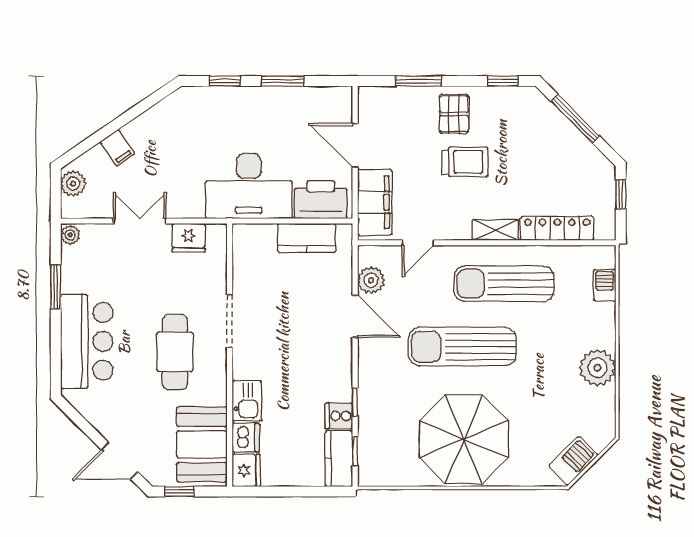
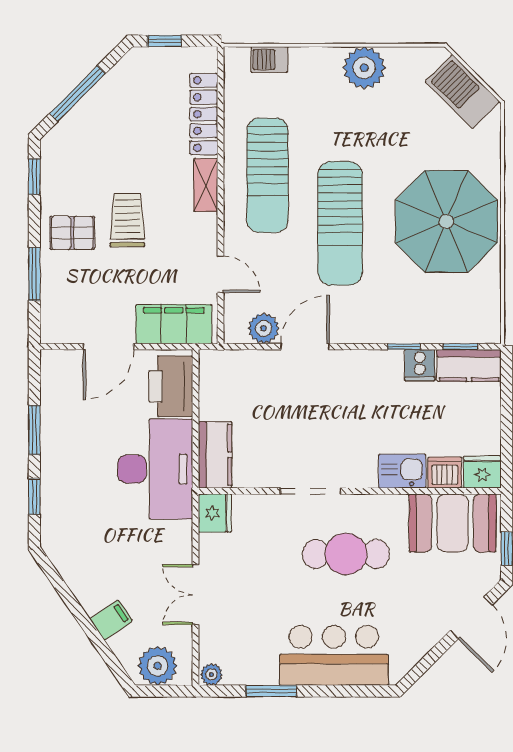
plant: (73, 184) -> (158, 666), width x1.36, depth x1.36
fridge: (189, 238) -> (215, 513), moved
kitchen counter: (307, 238) -> (215, 455), moved
barbecue: (573, 461) -> (462, 92), width x1.37, depth x1.21

